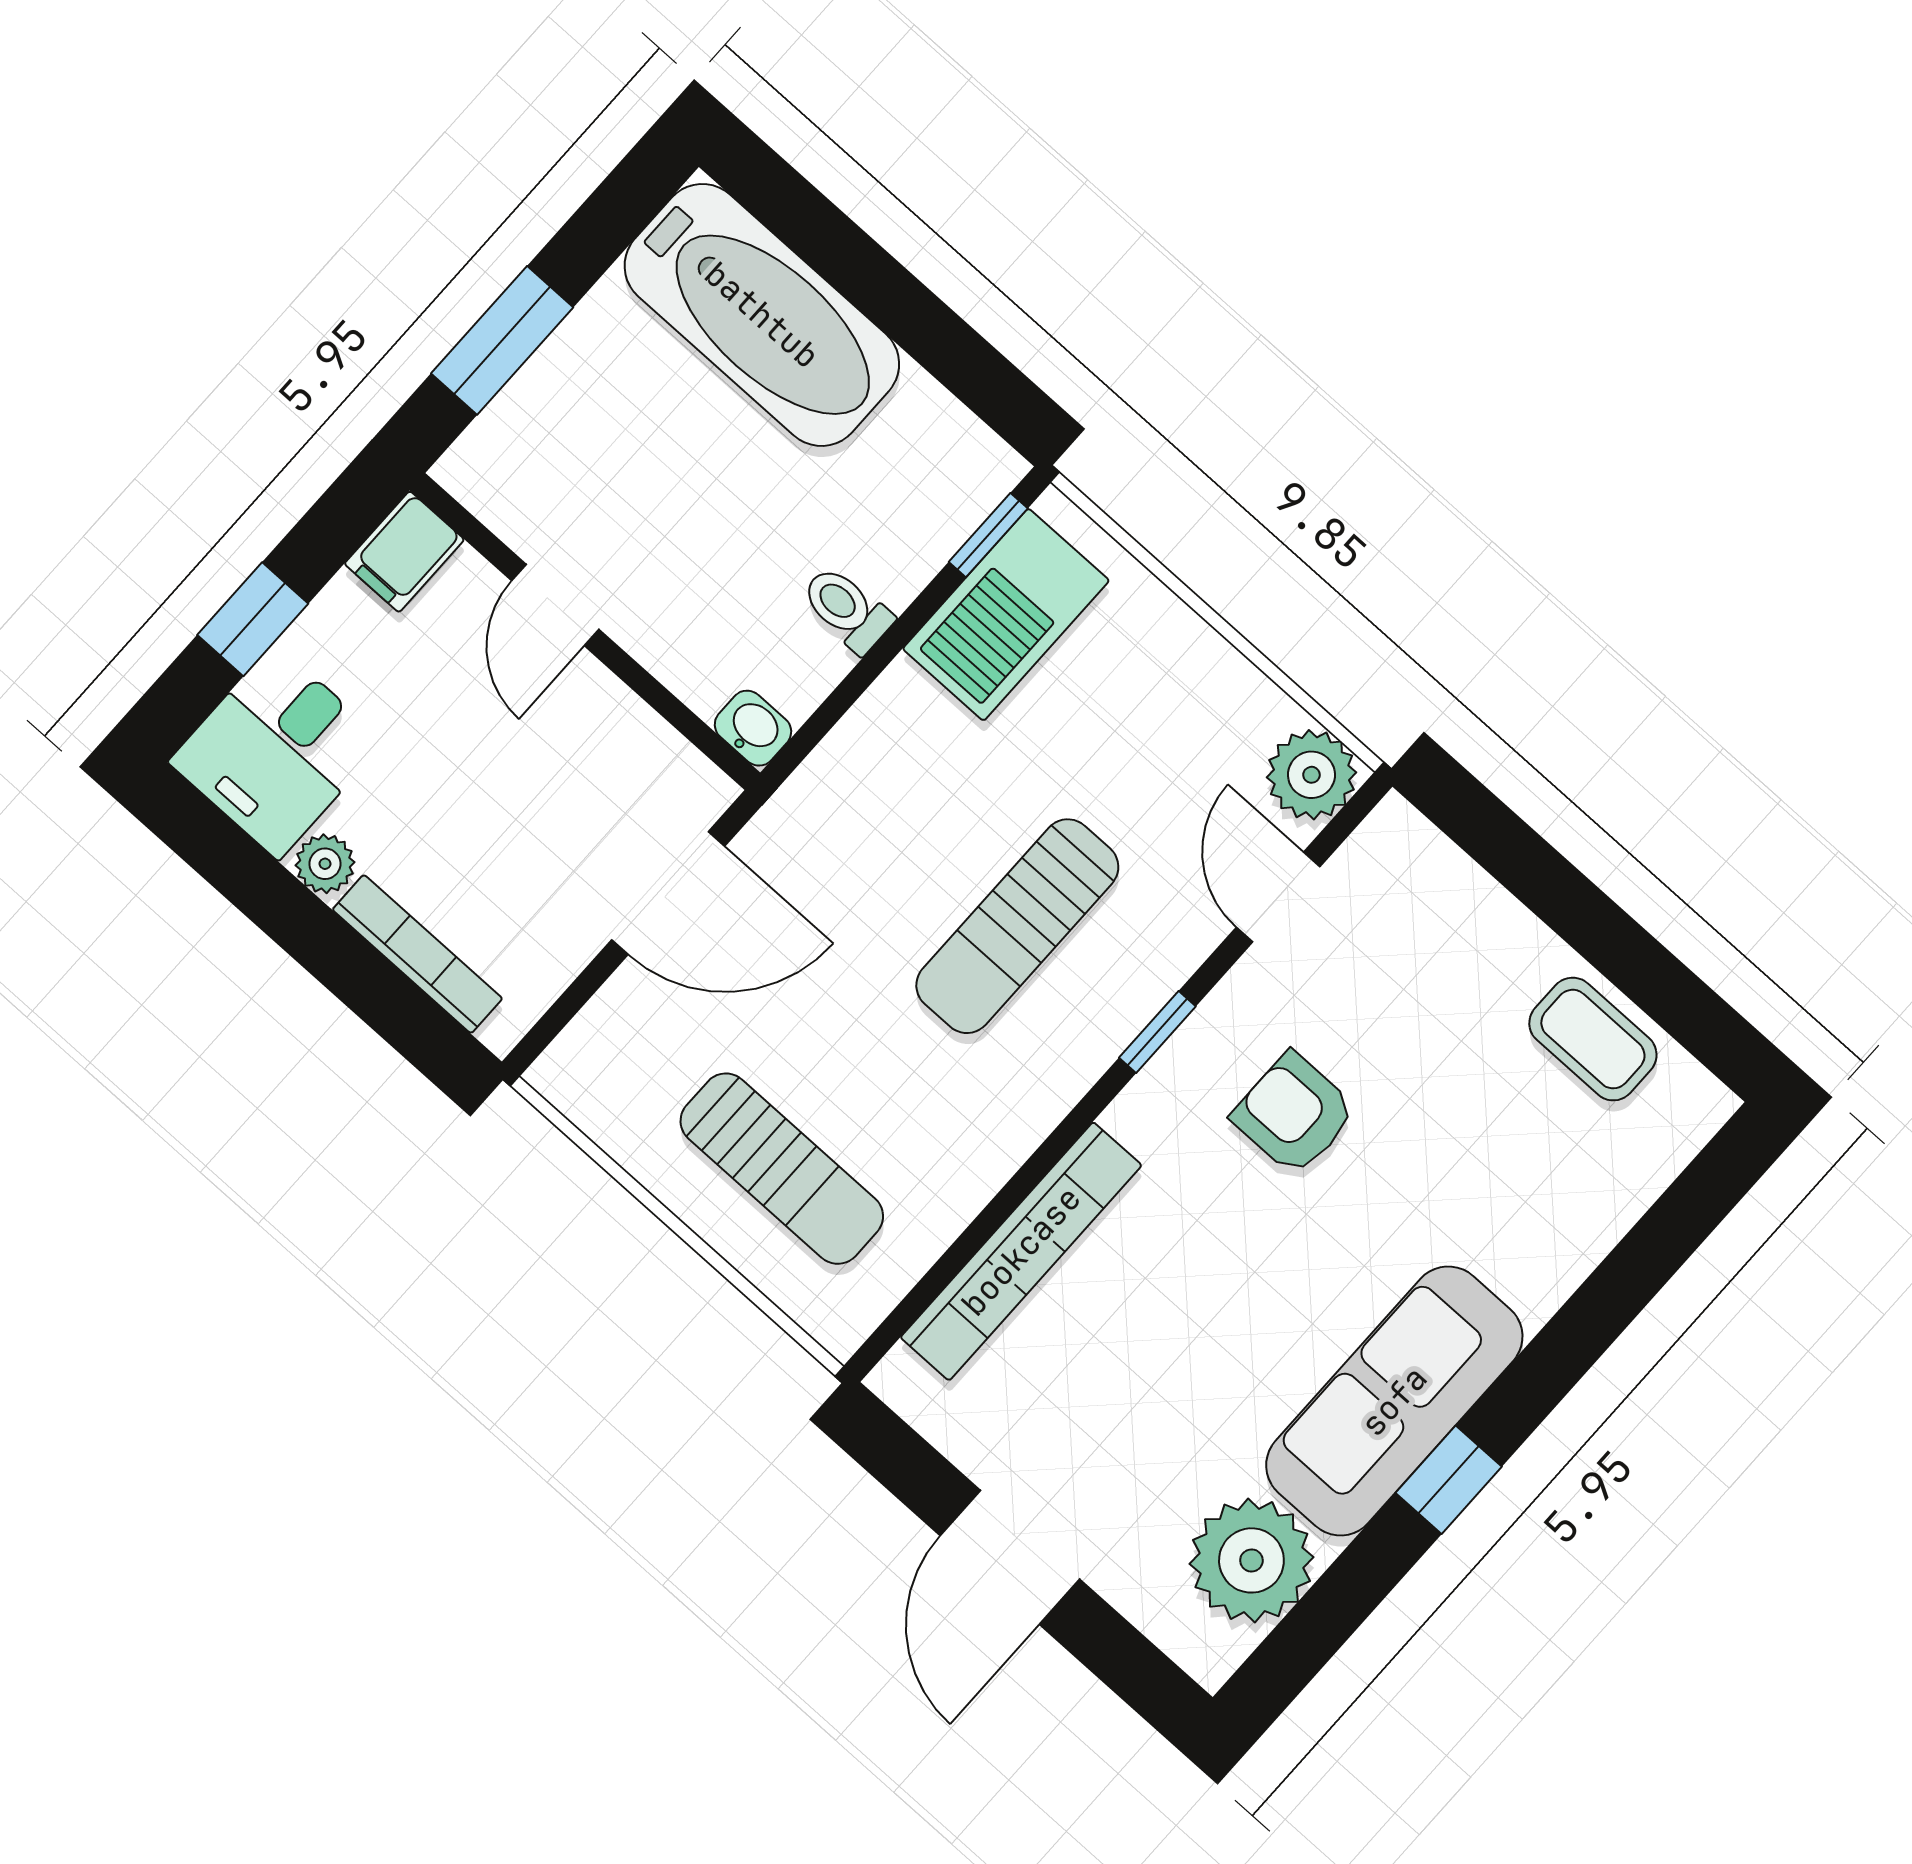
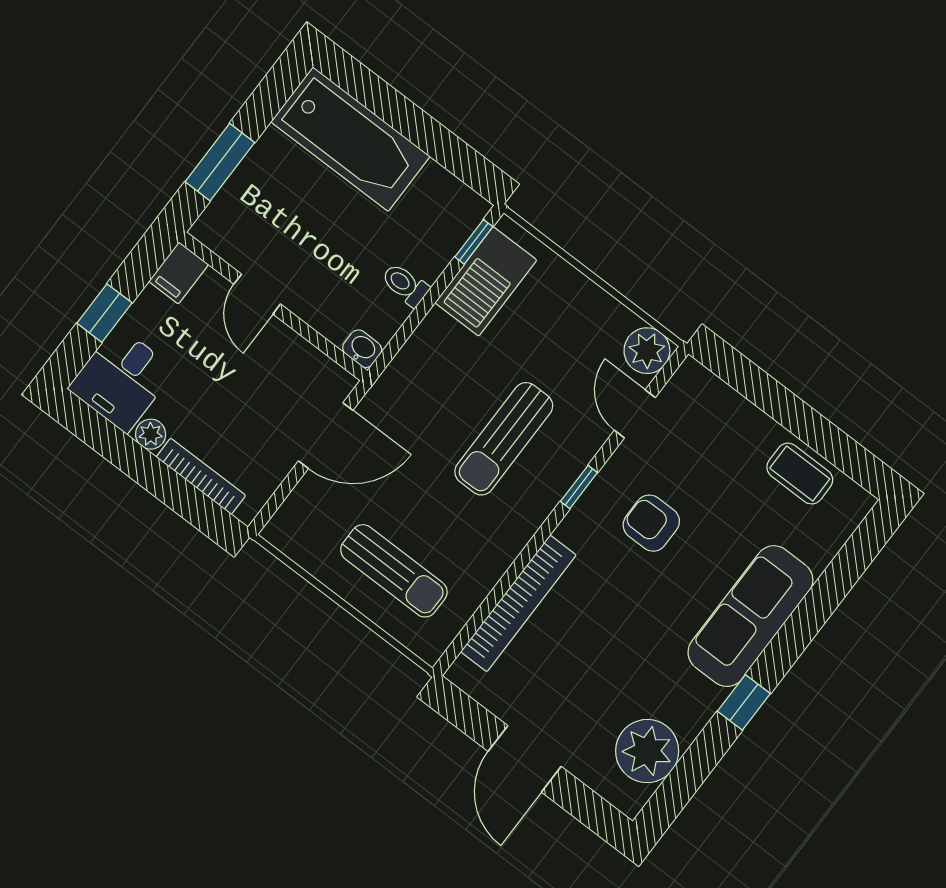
sofa: (1394, 1401) -> (750, 616), moved

